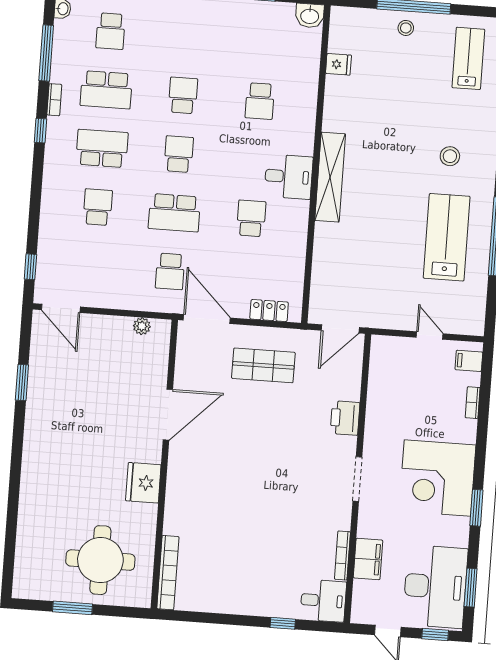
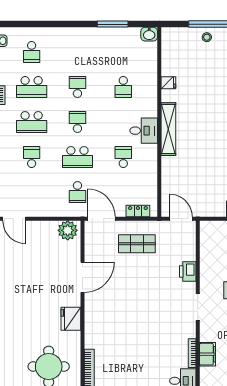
fridge: (338, 64) -> (168, 83), moved
school desk: (102, 148) -> (32, 122), turned 180
plant: (142, 326) -> (68, 230), width x1.87, depth x1.87
door: (340, 329) -> (181, 219), swing flipped

